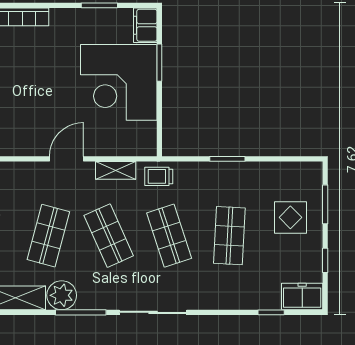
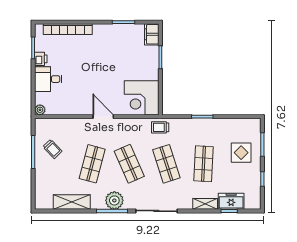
corner desk: (119, 82) -> (142, 98), moved, width x0.74, depth x0.74
door: (67, 159) -> (103, 117), hinge flipped
shelving: (116, 170) -> (205, 204), moved
plant: (62, 295) -> (114, 200), moved
freezer: (302, 297) -> (231, 201), moved

